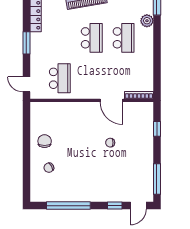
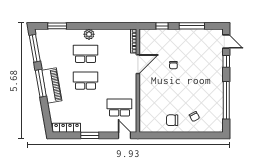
plant: (147, 21) -> (89, 34), moved
door: (26, 84) -> (125, 135), swing flipped
window: (157, 179) -> (192, 26), moved

